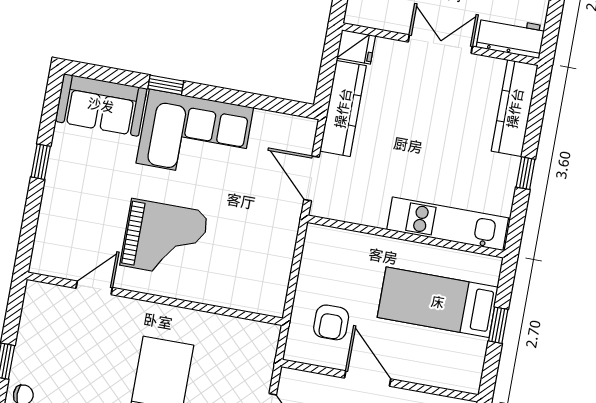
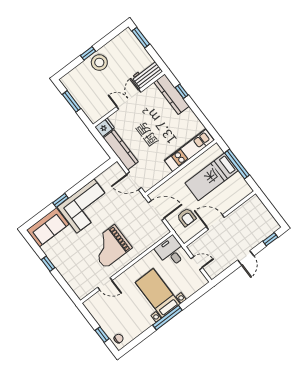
window: (526, 173) -> (182, 91), moved
grand piano: (164, 239) -> (110, 246), turned 180
door: (297, 262) -> (157, 210), added
door: (94, 288) -> (105, 284), swing flipped
window: (498, 325) -> (237, 164), width x2.17
desk: (250, 349) -> (171, 252), added

